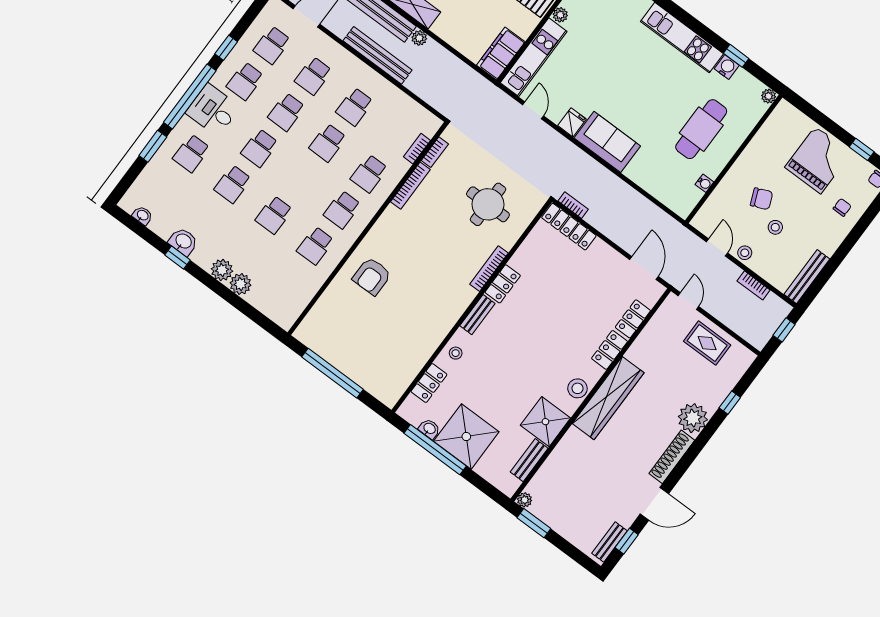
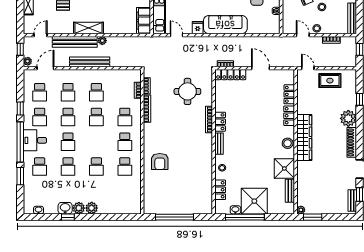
sofa: (607, 142) -> (225, 25), width x1.36
door: (644, 268) -> (261, 68), moved
plant: (240, 284) -> (79, 208), moved

